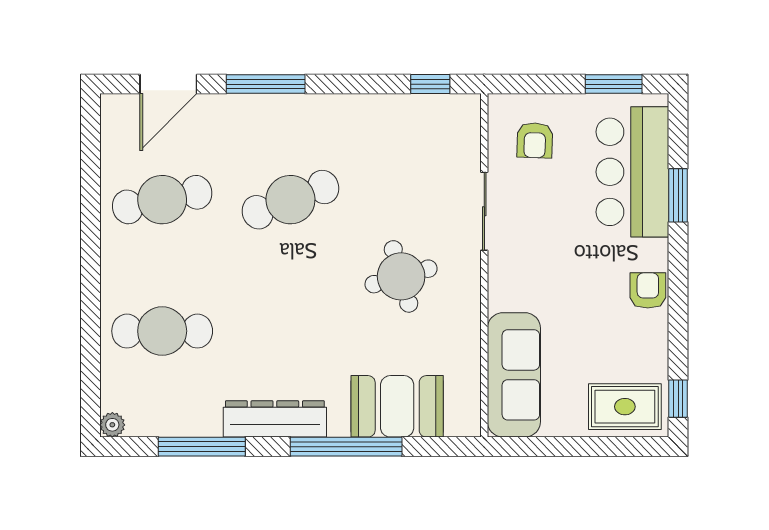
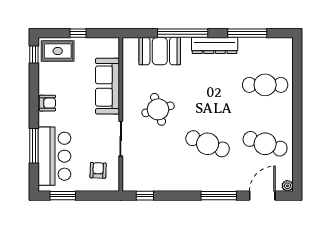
window: (678, 195) -> (34, 146), width x1.44
cafe table: (162, 200) -> (265, 144), turned 30
cafe table: (290, 200) -> (208, 144), turned 42
armchair: (648, 290) -> (47, 103), turned -90
sofa: (514, 375) -> (107, 86), moved
plant: (112, 425) -> (287, 186), moved
window: (580, 447) -> (78, 33), added

